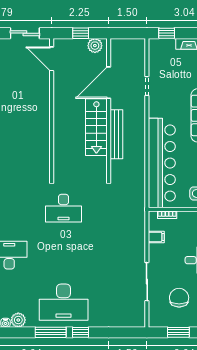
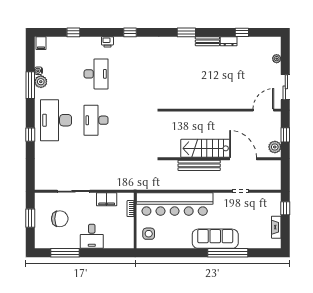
desk: (64, 208) -> (96, 120), moved
filing cabinet: (156, 237) -> (107, 199), width x2.00
window: (51, 332) -> (30, 85), moved

